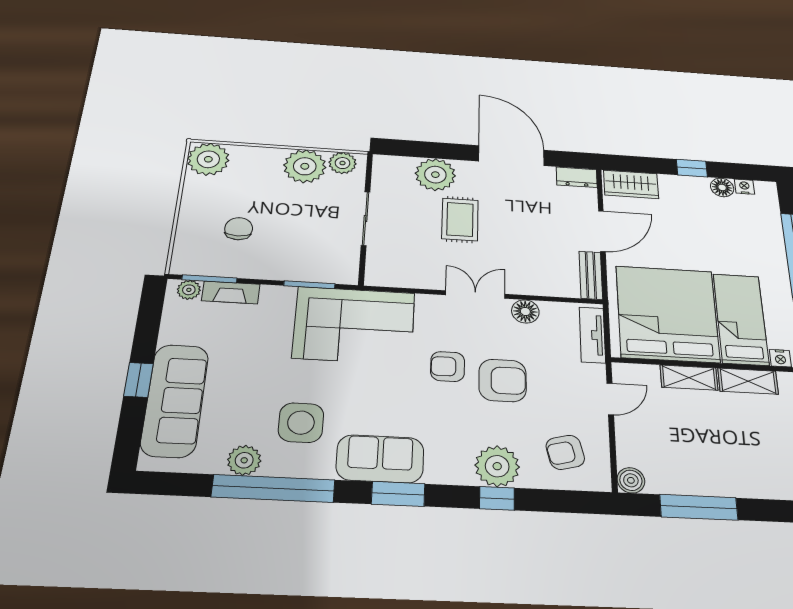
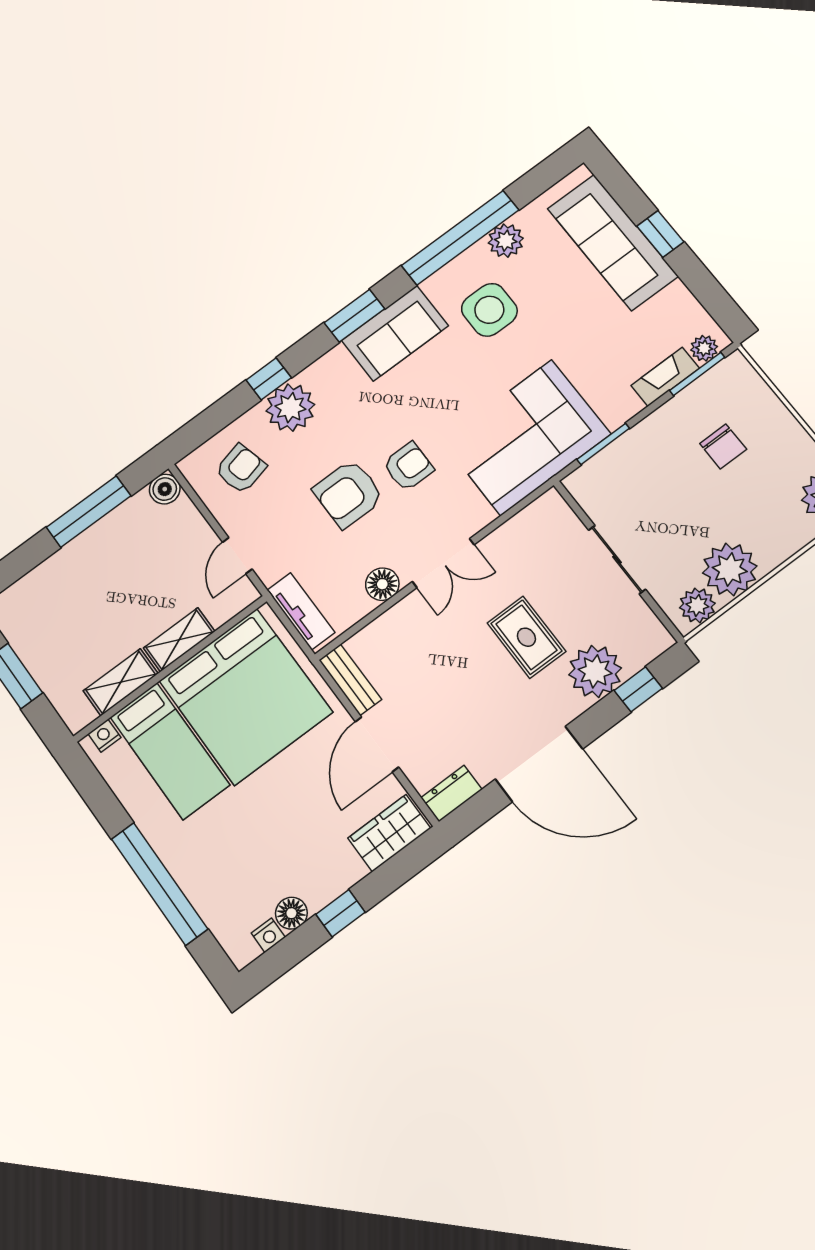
window: (419, 149) -> (638, 689), added

